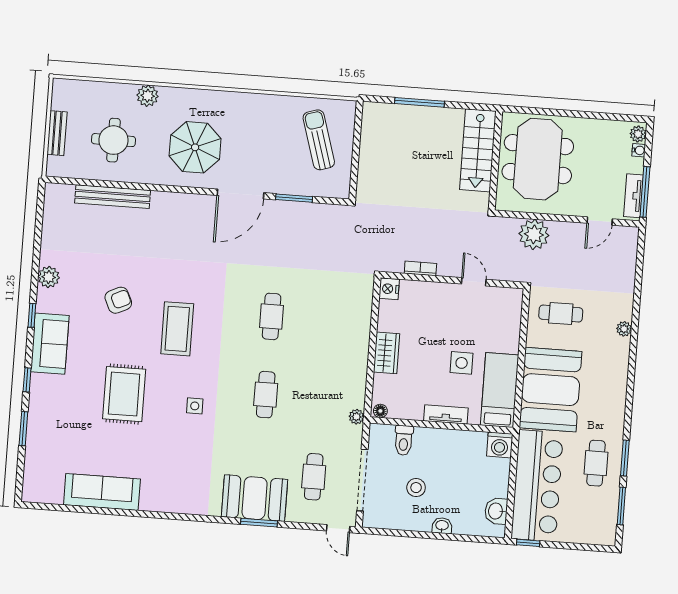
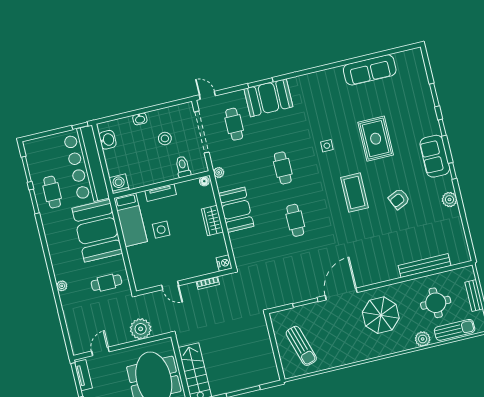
sun lounger: (99, 94) -> (455, 330), added
booth: (349, 357) -> (236, 210), added

